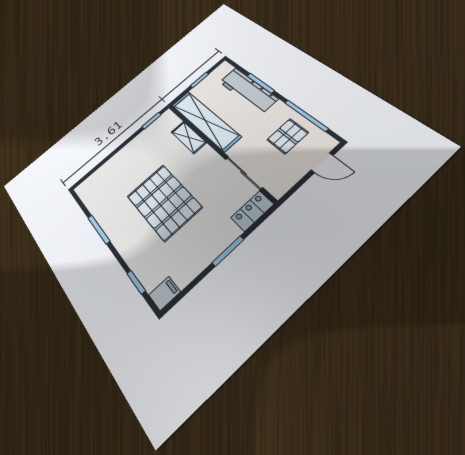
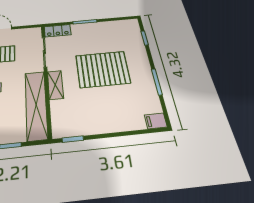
shelving: (189, 137) -> (55, 85), moved
pallet: (164, 202) -> (103, 69), turned 90
filing cabinet: (164, 293) -> (156, 121), moved

